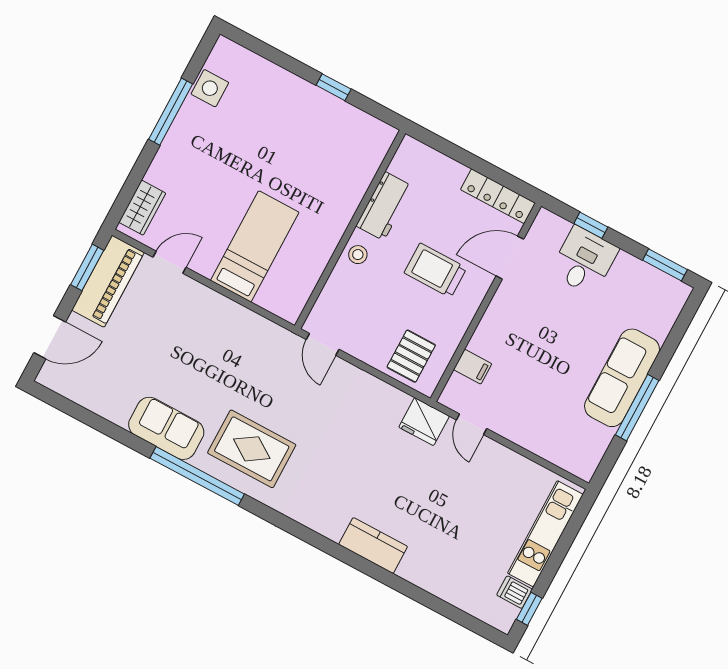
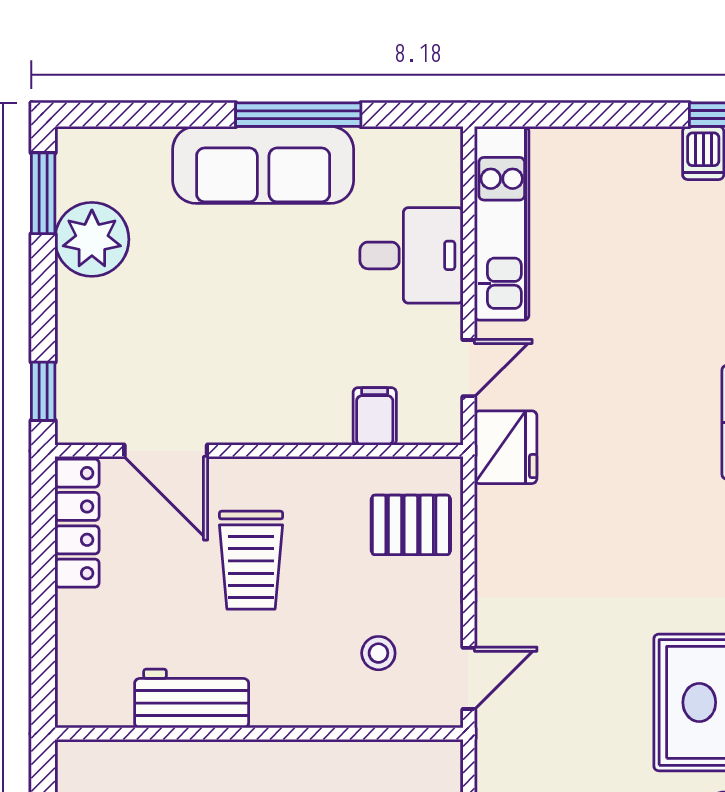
window: (591, 225) -> (43, 391), moved
stool: (358, 255) -> (378, 653), moved
desk: (584, 261) -> (412, 255), moved, turned 180
plant: (630, 276) -> (92, 239), added
kitchen unit: (545, 534) -> (502, 223), moved, turned -90

